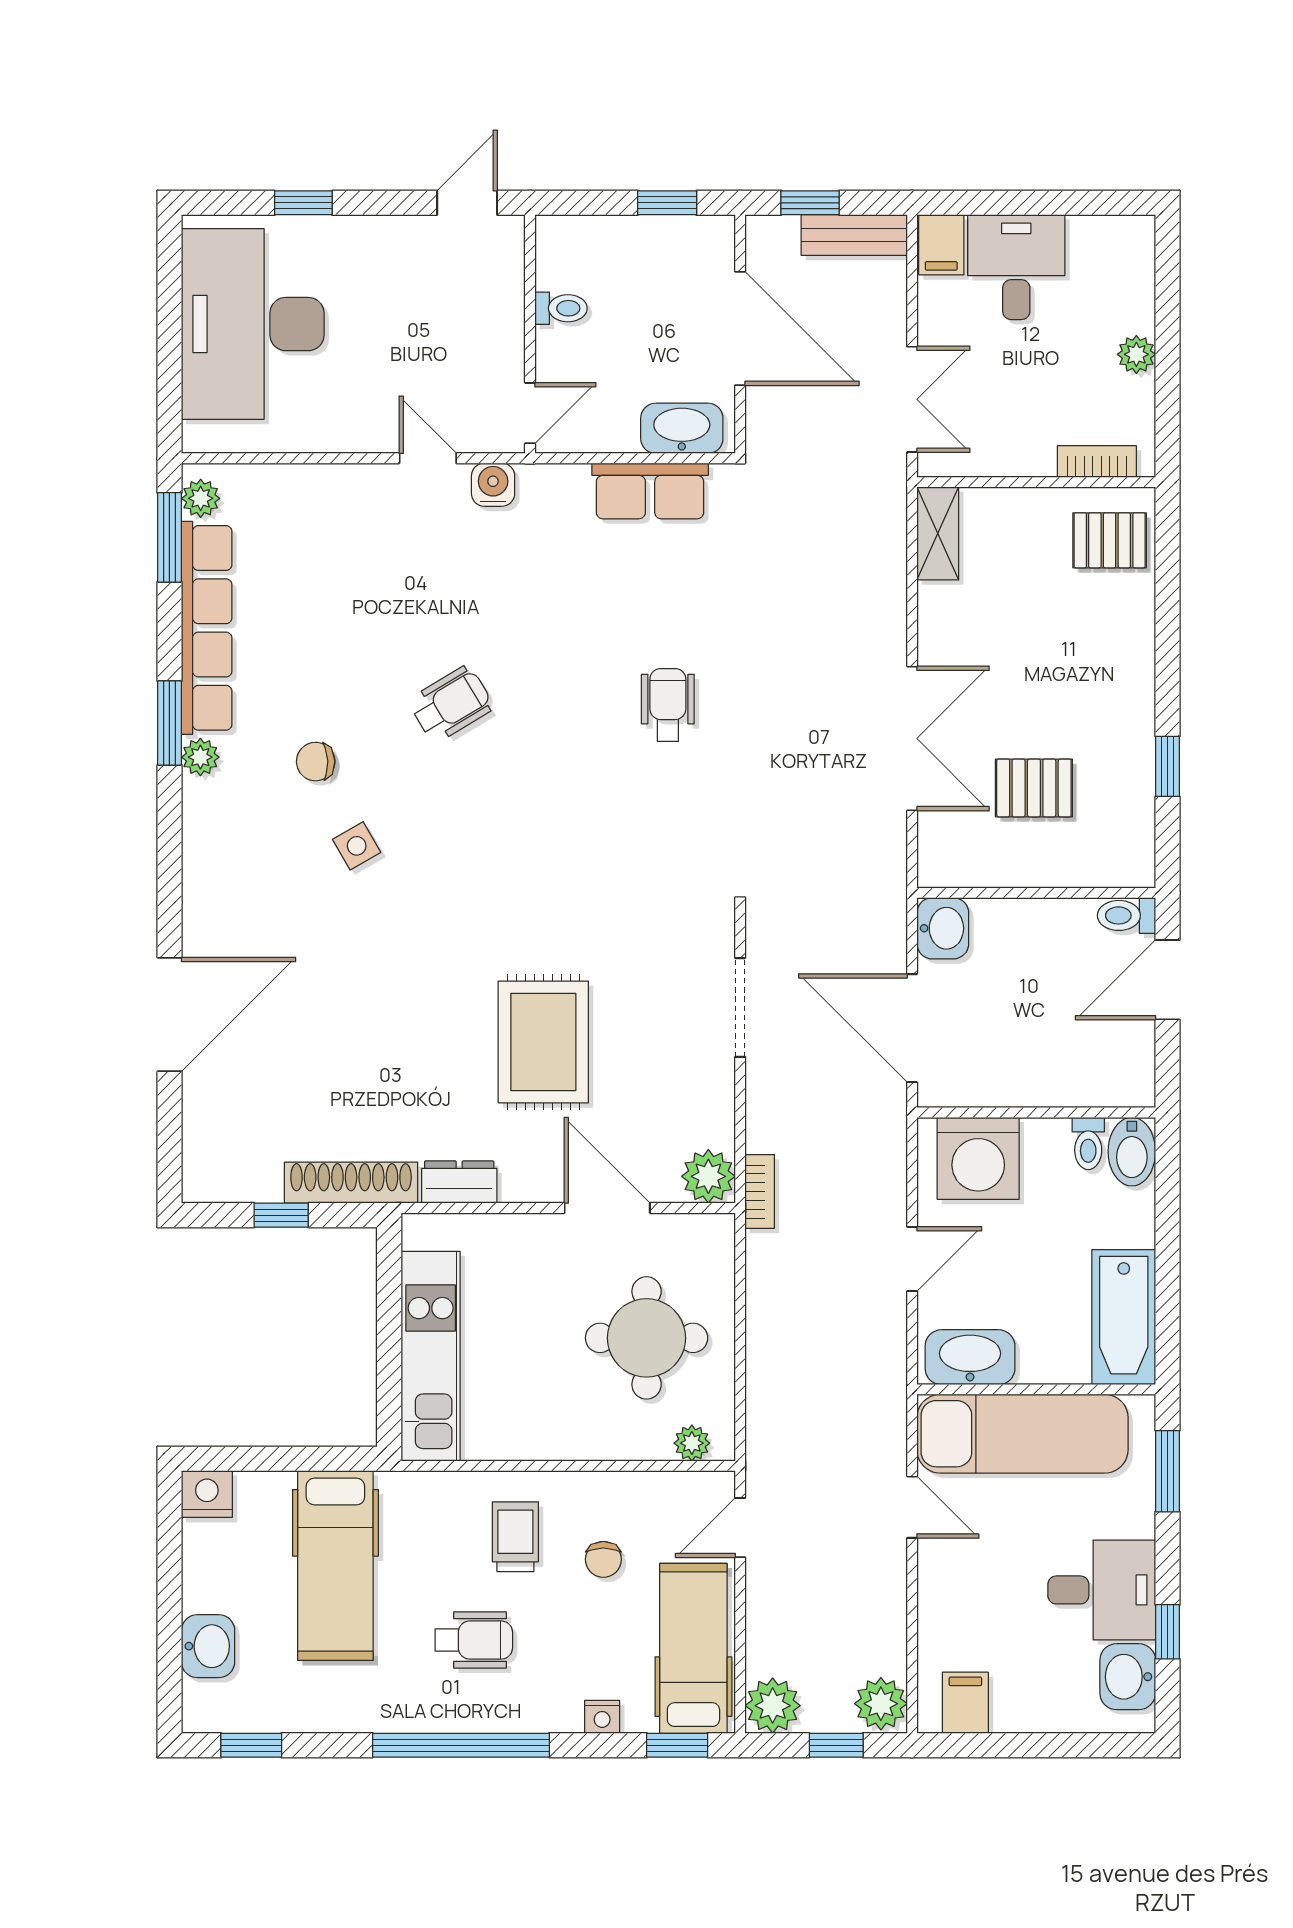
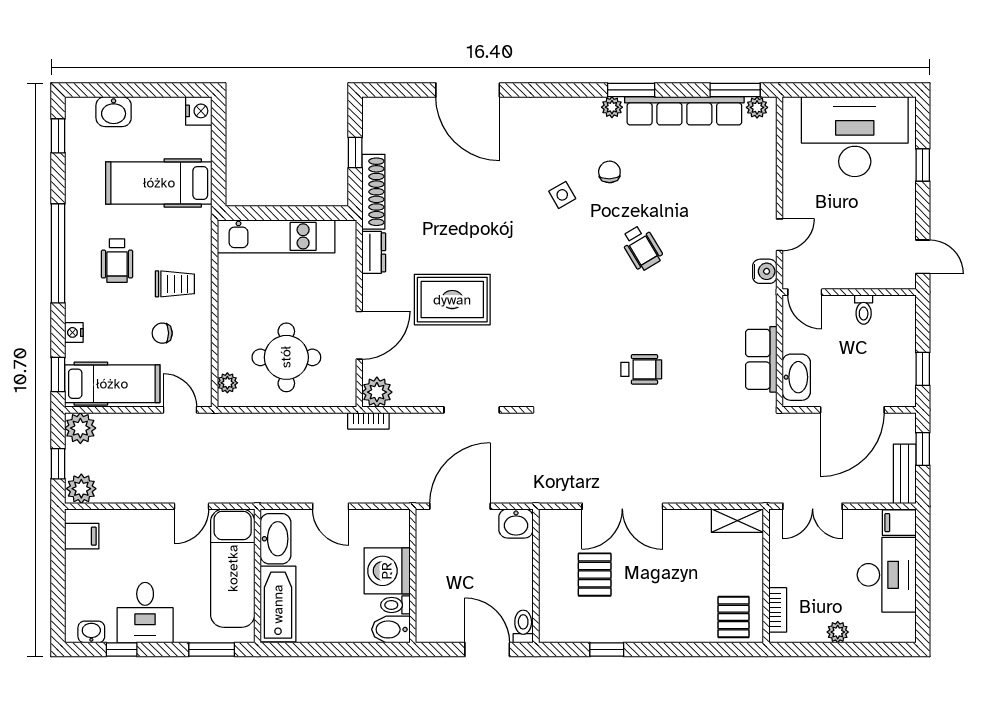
desk: (1016, 267) -> (887, 575), width x1.37
washing machine: (978, 1158) -> (387, 571), moved
bathtub: (1124, 1317) -> (278, 604), moved, turned 90
washbasin: (1128, 1677) -> (91, 632), width x0.72, depth x0.69

